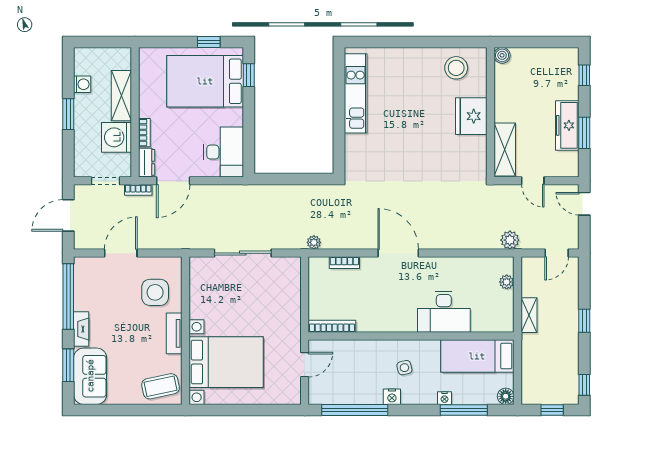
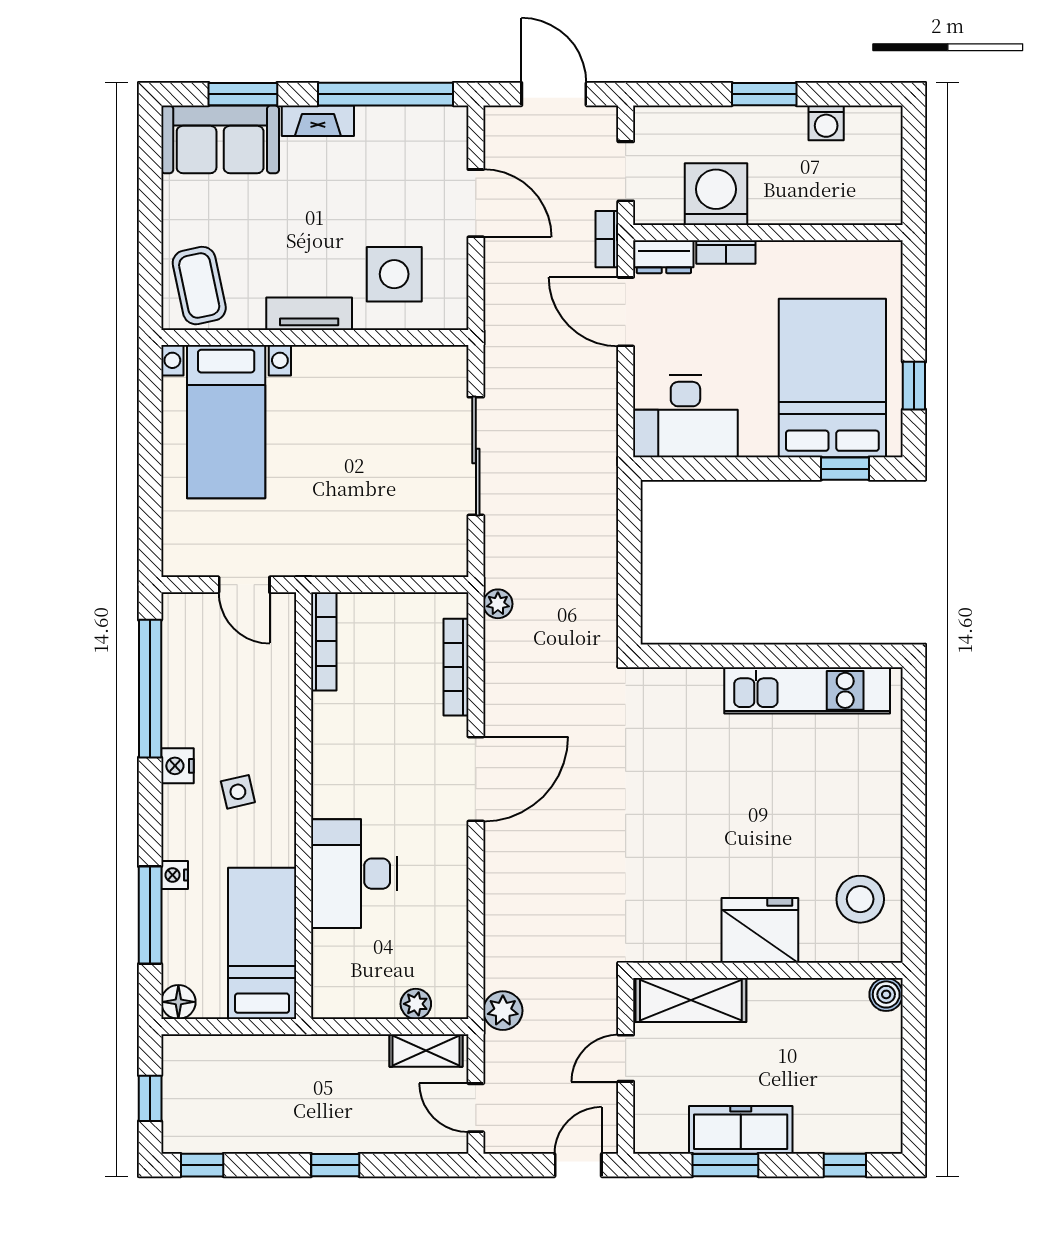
shelving: (121, 96) -> (802, 204), removed
bookcase: (344, 263) -> (456, 667), width x1.56
shelving: (529, 315) -> (426, 1050), moved
bed with nightstands: (226, 362) -> (226, 422), width x0.73

